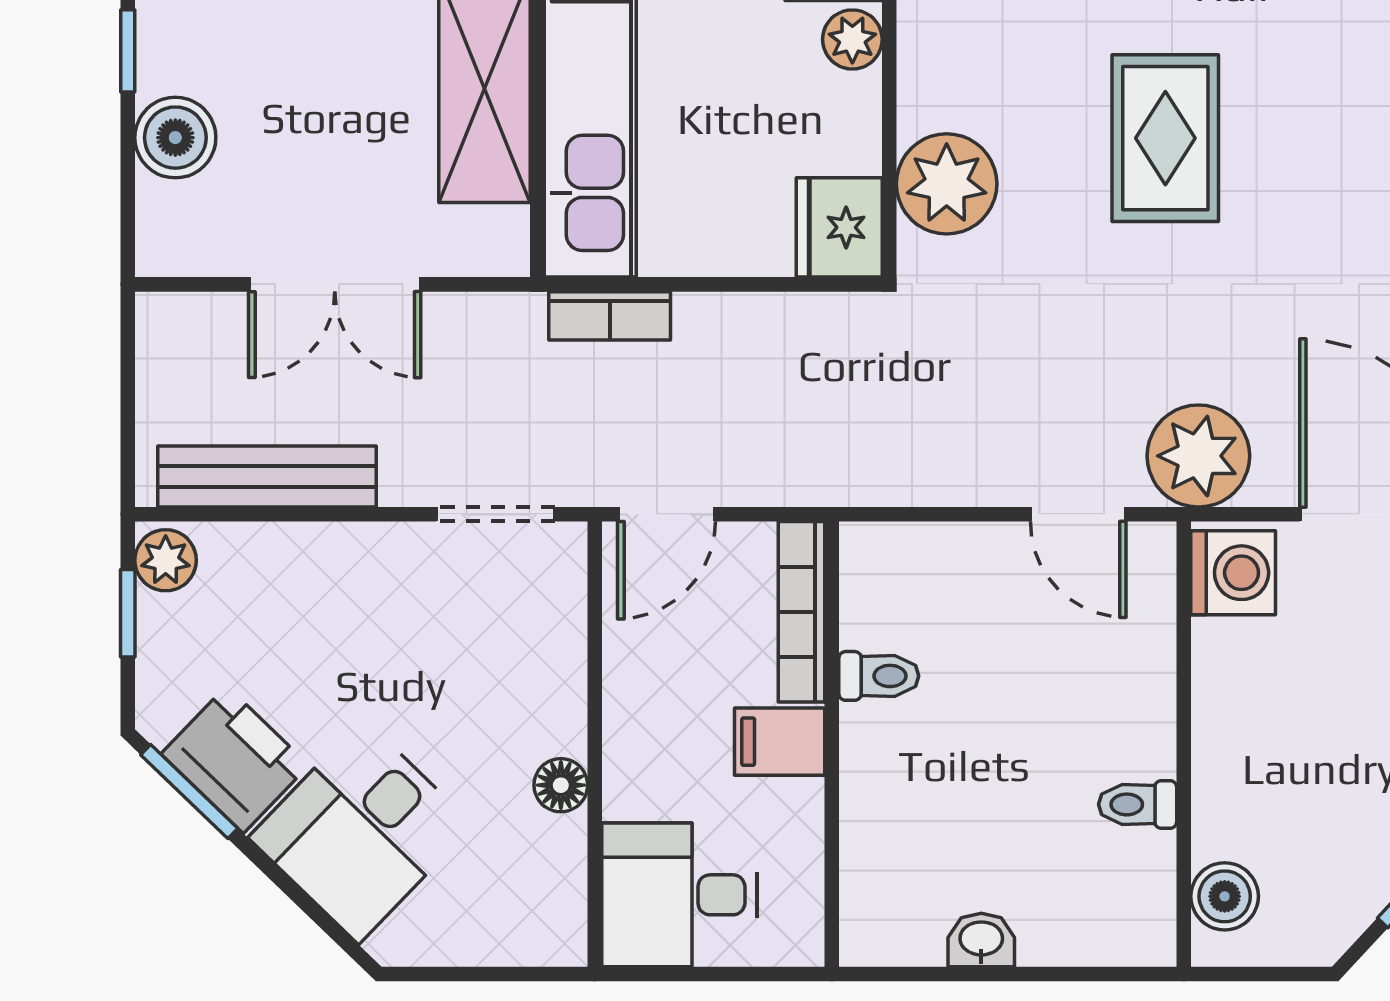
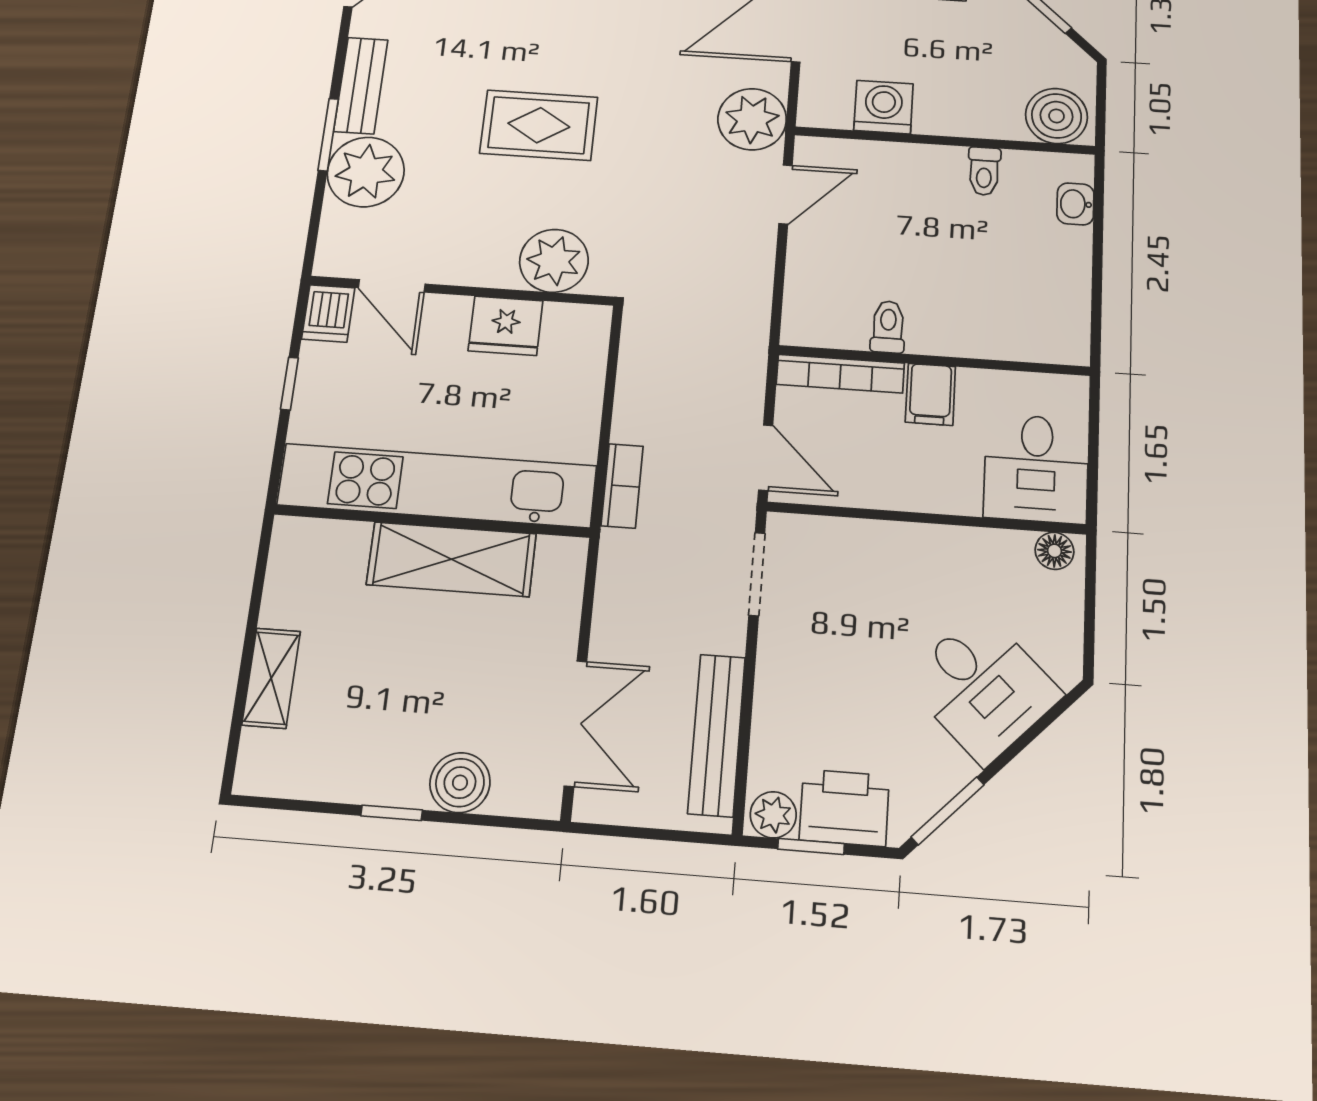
plant: (852, 39) -> (448, 313), removed
fridge: (839, 227) -> (506, 326), moved
double door: (335, 284) -> (575, 723), moved
washing machine: (1233, 573) -> (884, 107), moved
printer: (235, 760) -> (844, 808), moved, turned 46
floor lamp: (561, 785) -> (1054, 551), moved
boiler: (1225, 896) -> (1057, 116), width x1.36, depth x1.36
washbasin: (981, 940) -> (1075, 204), moved

